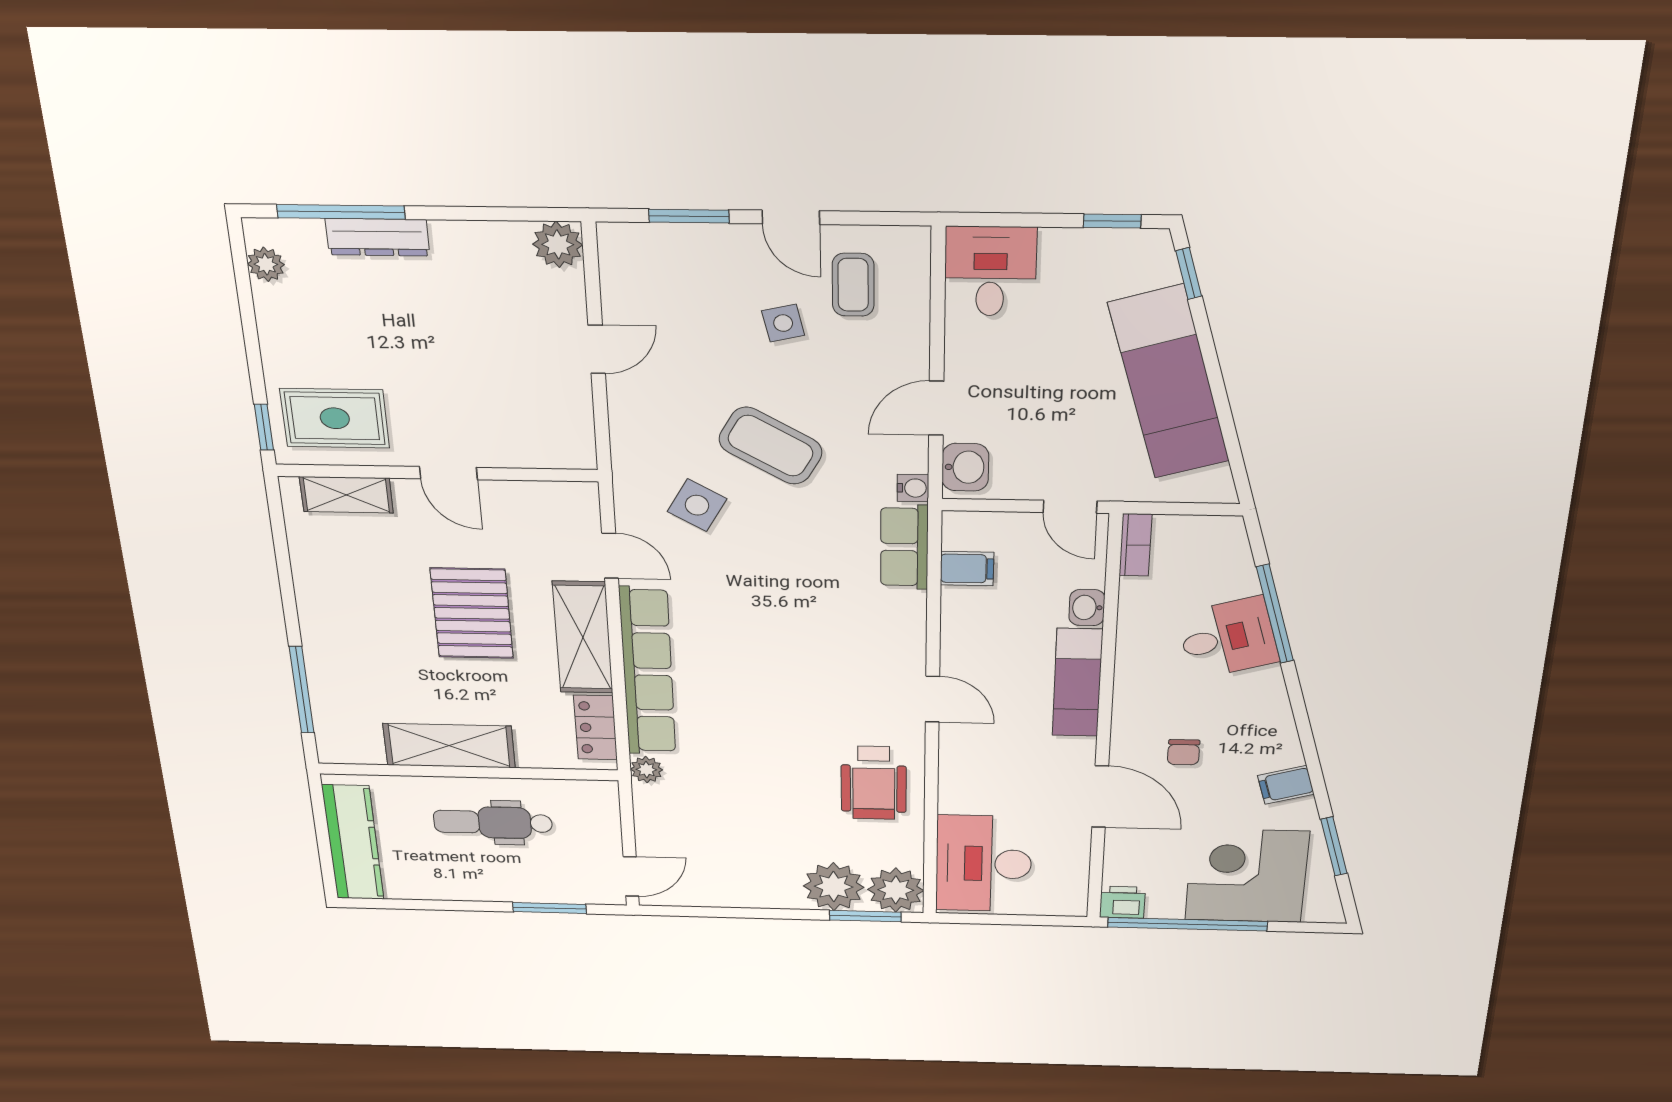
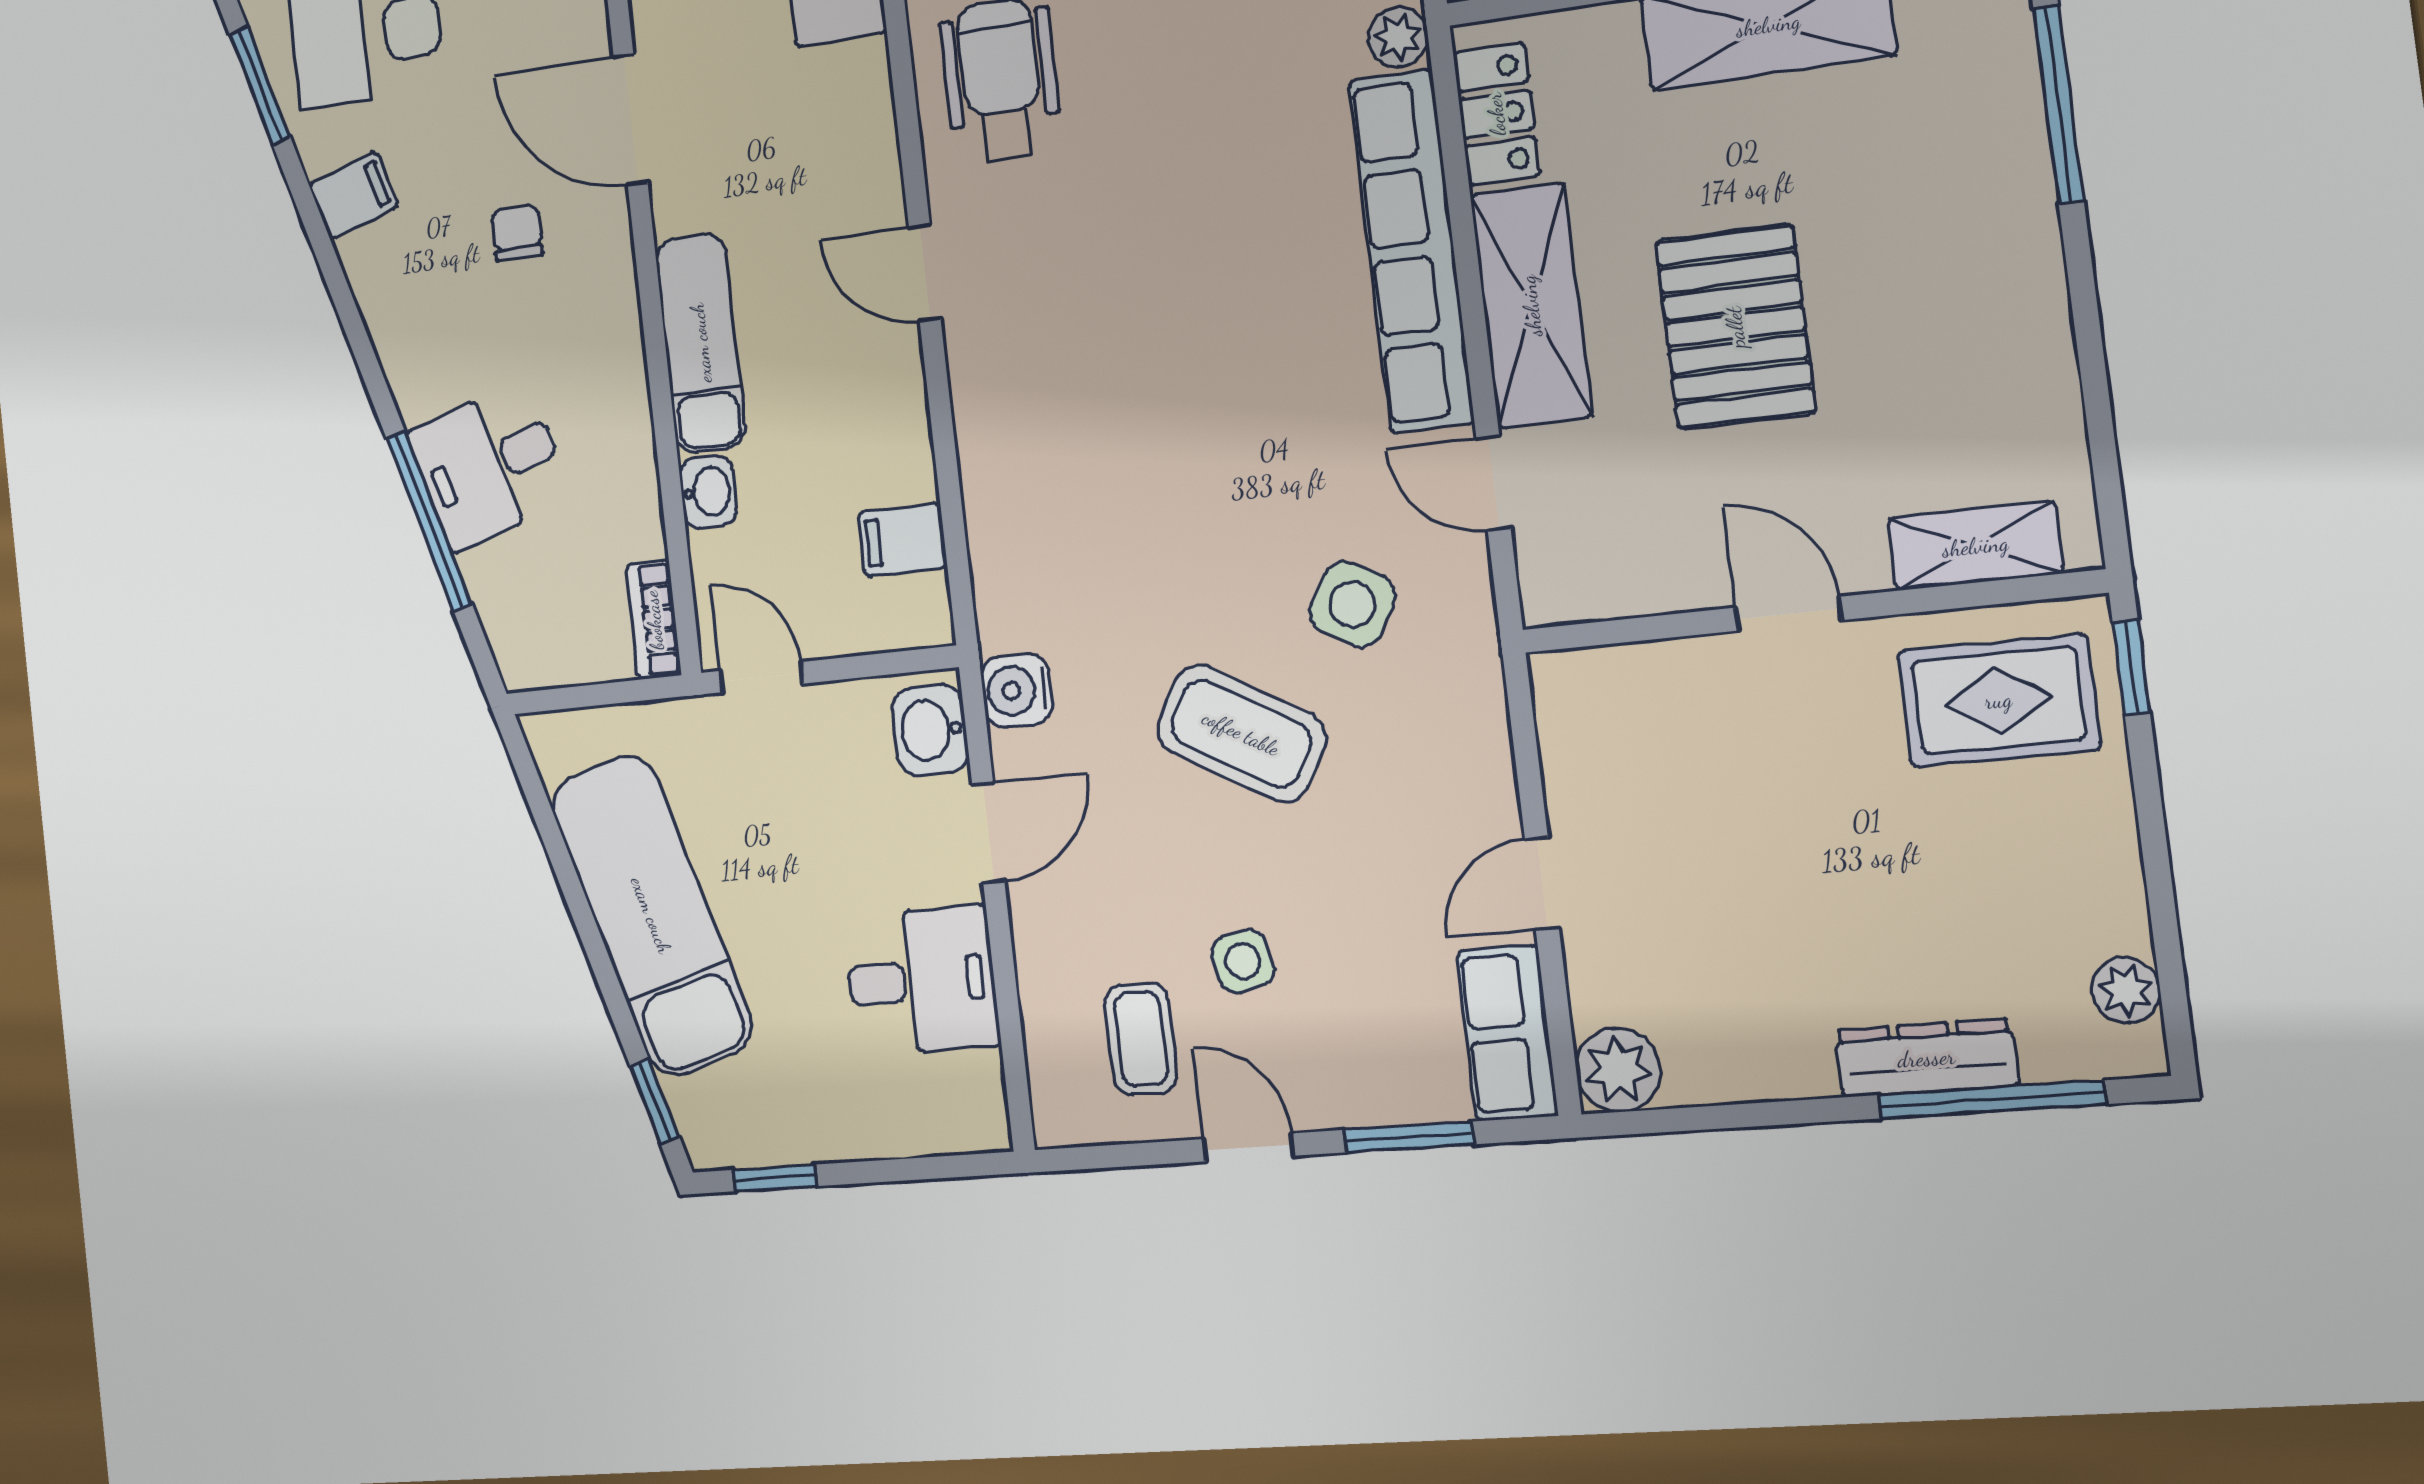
desk: (990, 271) -> (922, 981), moved, turned -90
water cooler: (913, 488) -> (1017, 690), width x1.38, depth x1.38
row of seats: (904, 547) -> (1507, 1033), moved, turned 180

